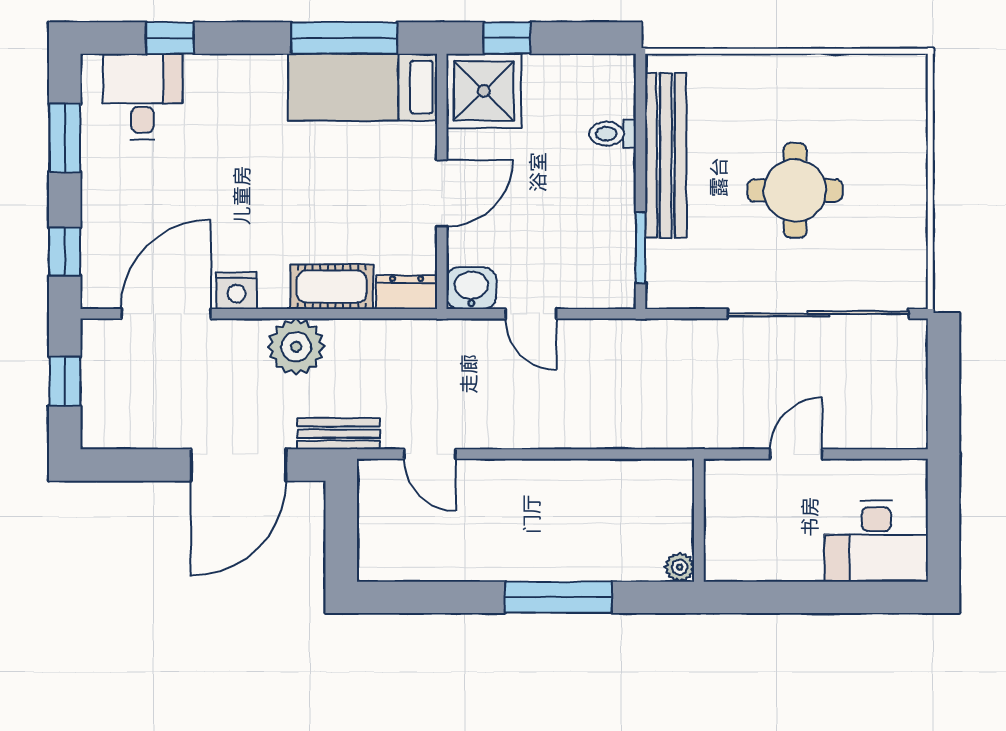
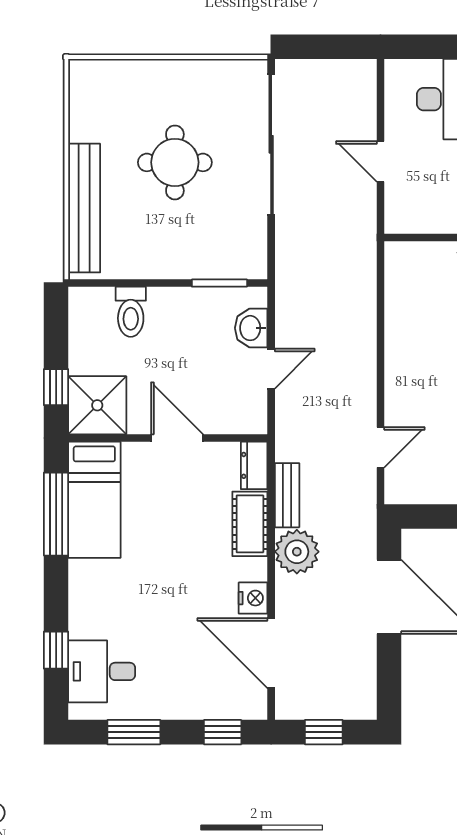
toilet: (613, 134) -> (131, 312), width x1.37, depth x1.39
bench: (666, 155) -> (84, 208), moved, turned 90
washbasin: (471, 288) -> (251, 328), moved
bench: (339, 434) -> (287, 495), moved

